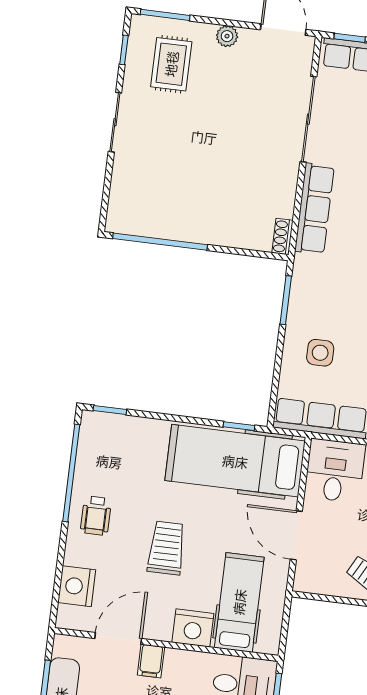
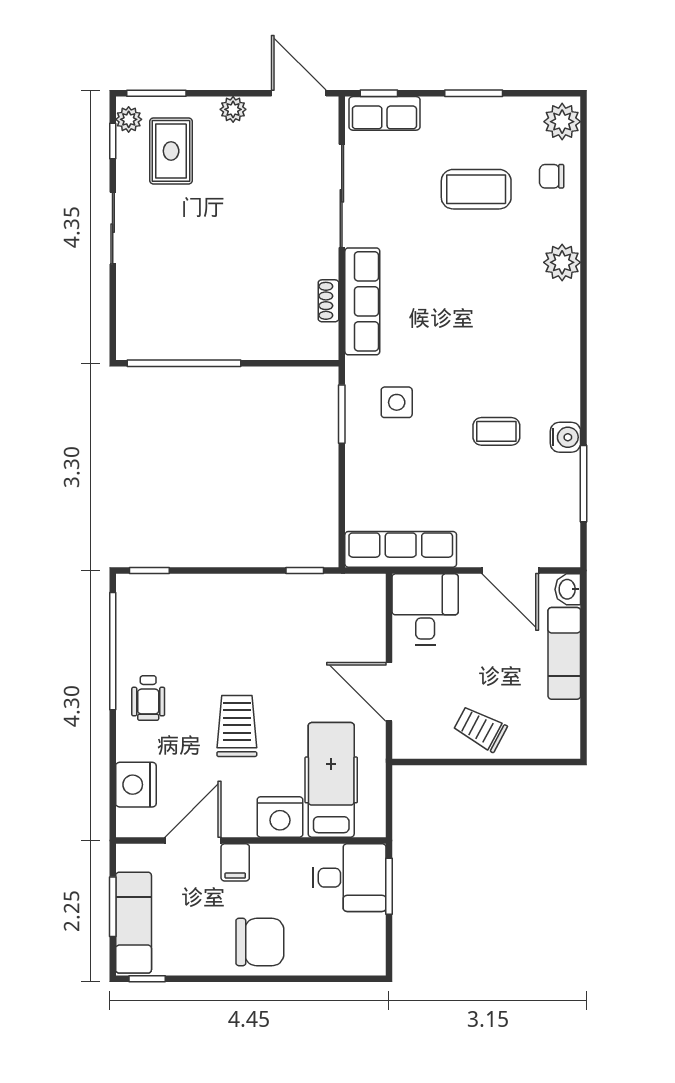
plant: (139, 34) -> (129, 119), added
shoe rack: (282, 237) -> (328, 301), moved
side table: (320, 353) -> (397, 402), moved
hospital bed: (235, 461) -> (305, 612), removed

